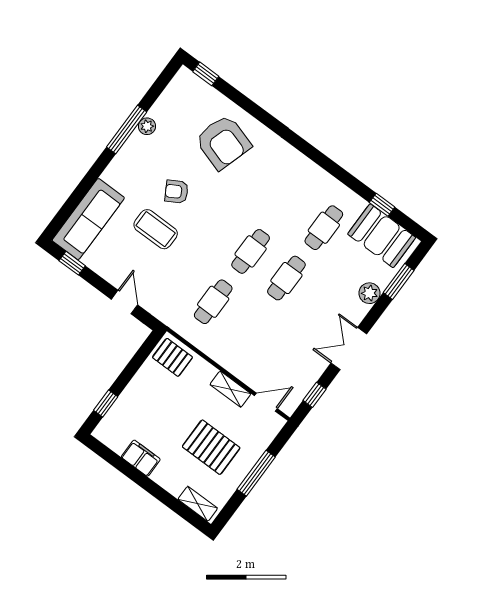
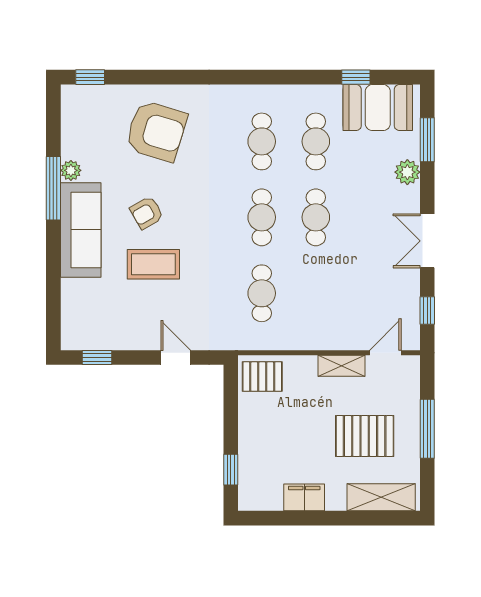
cafe table: (288, 201) -> (262, 141), added
sofa: (88, 219) -> (81, 230), moved
shelving: (198, 504) -> (381, 497), width x1.50, depth x1.33

